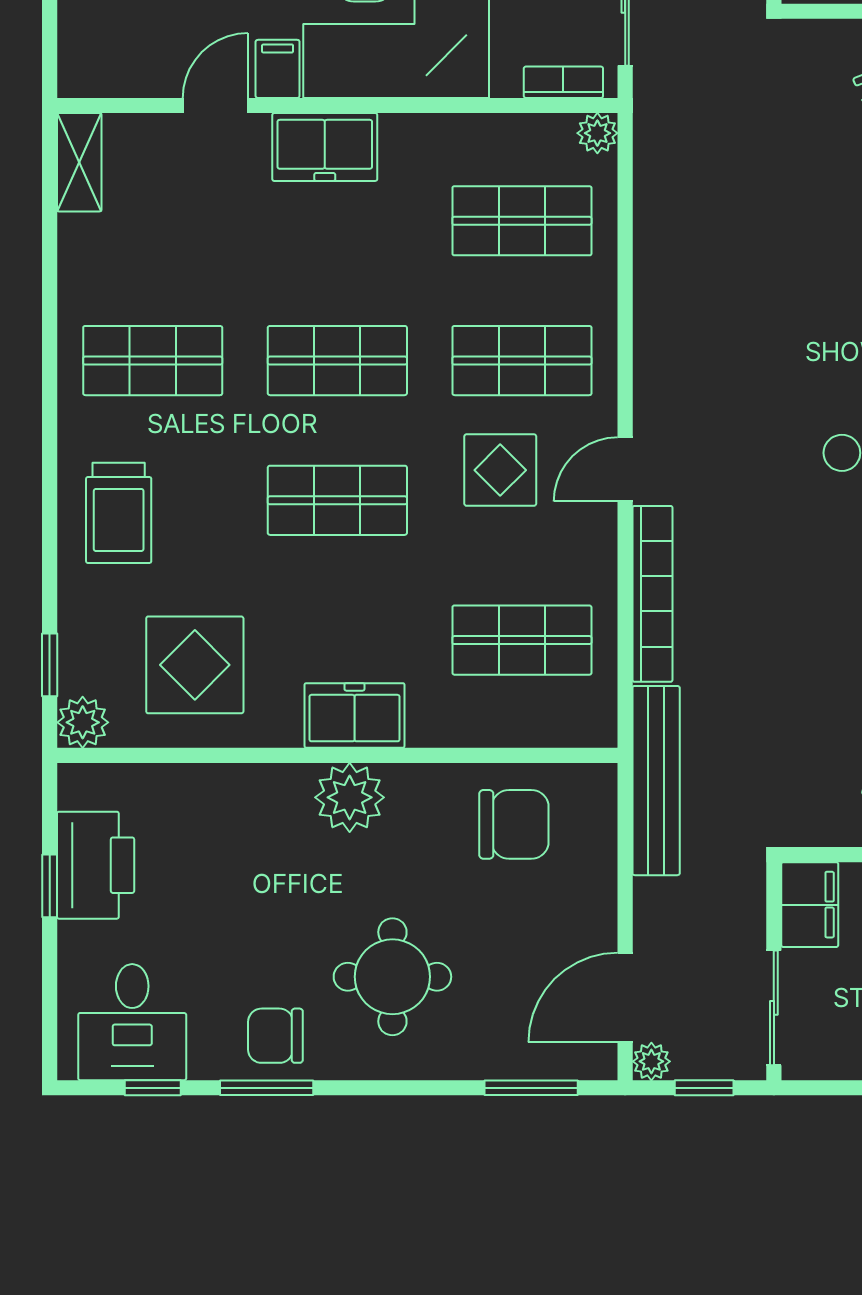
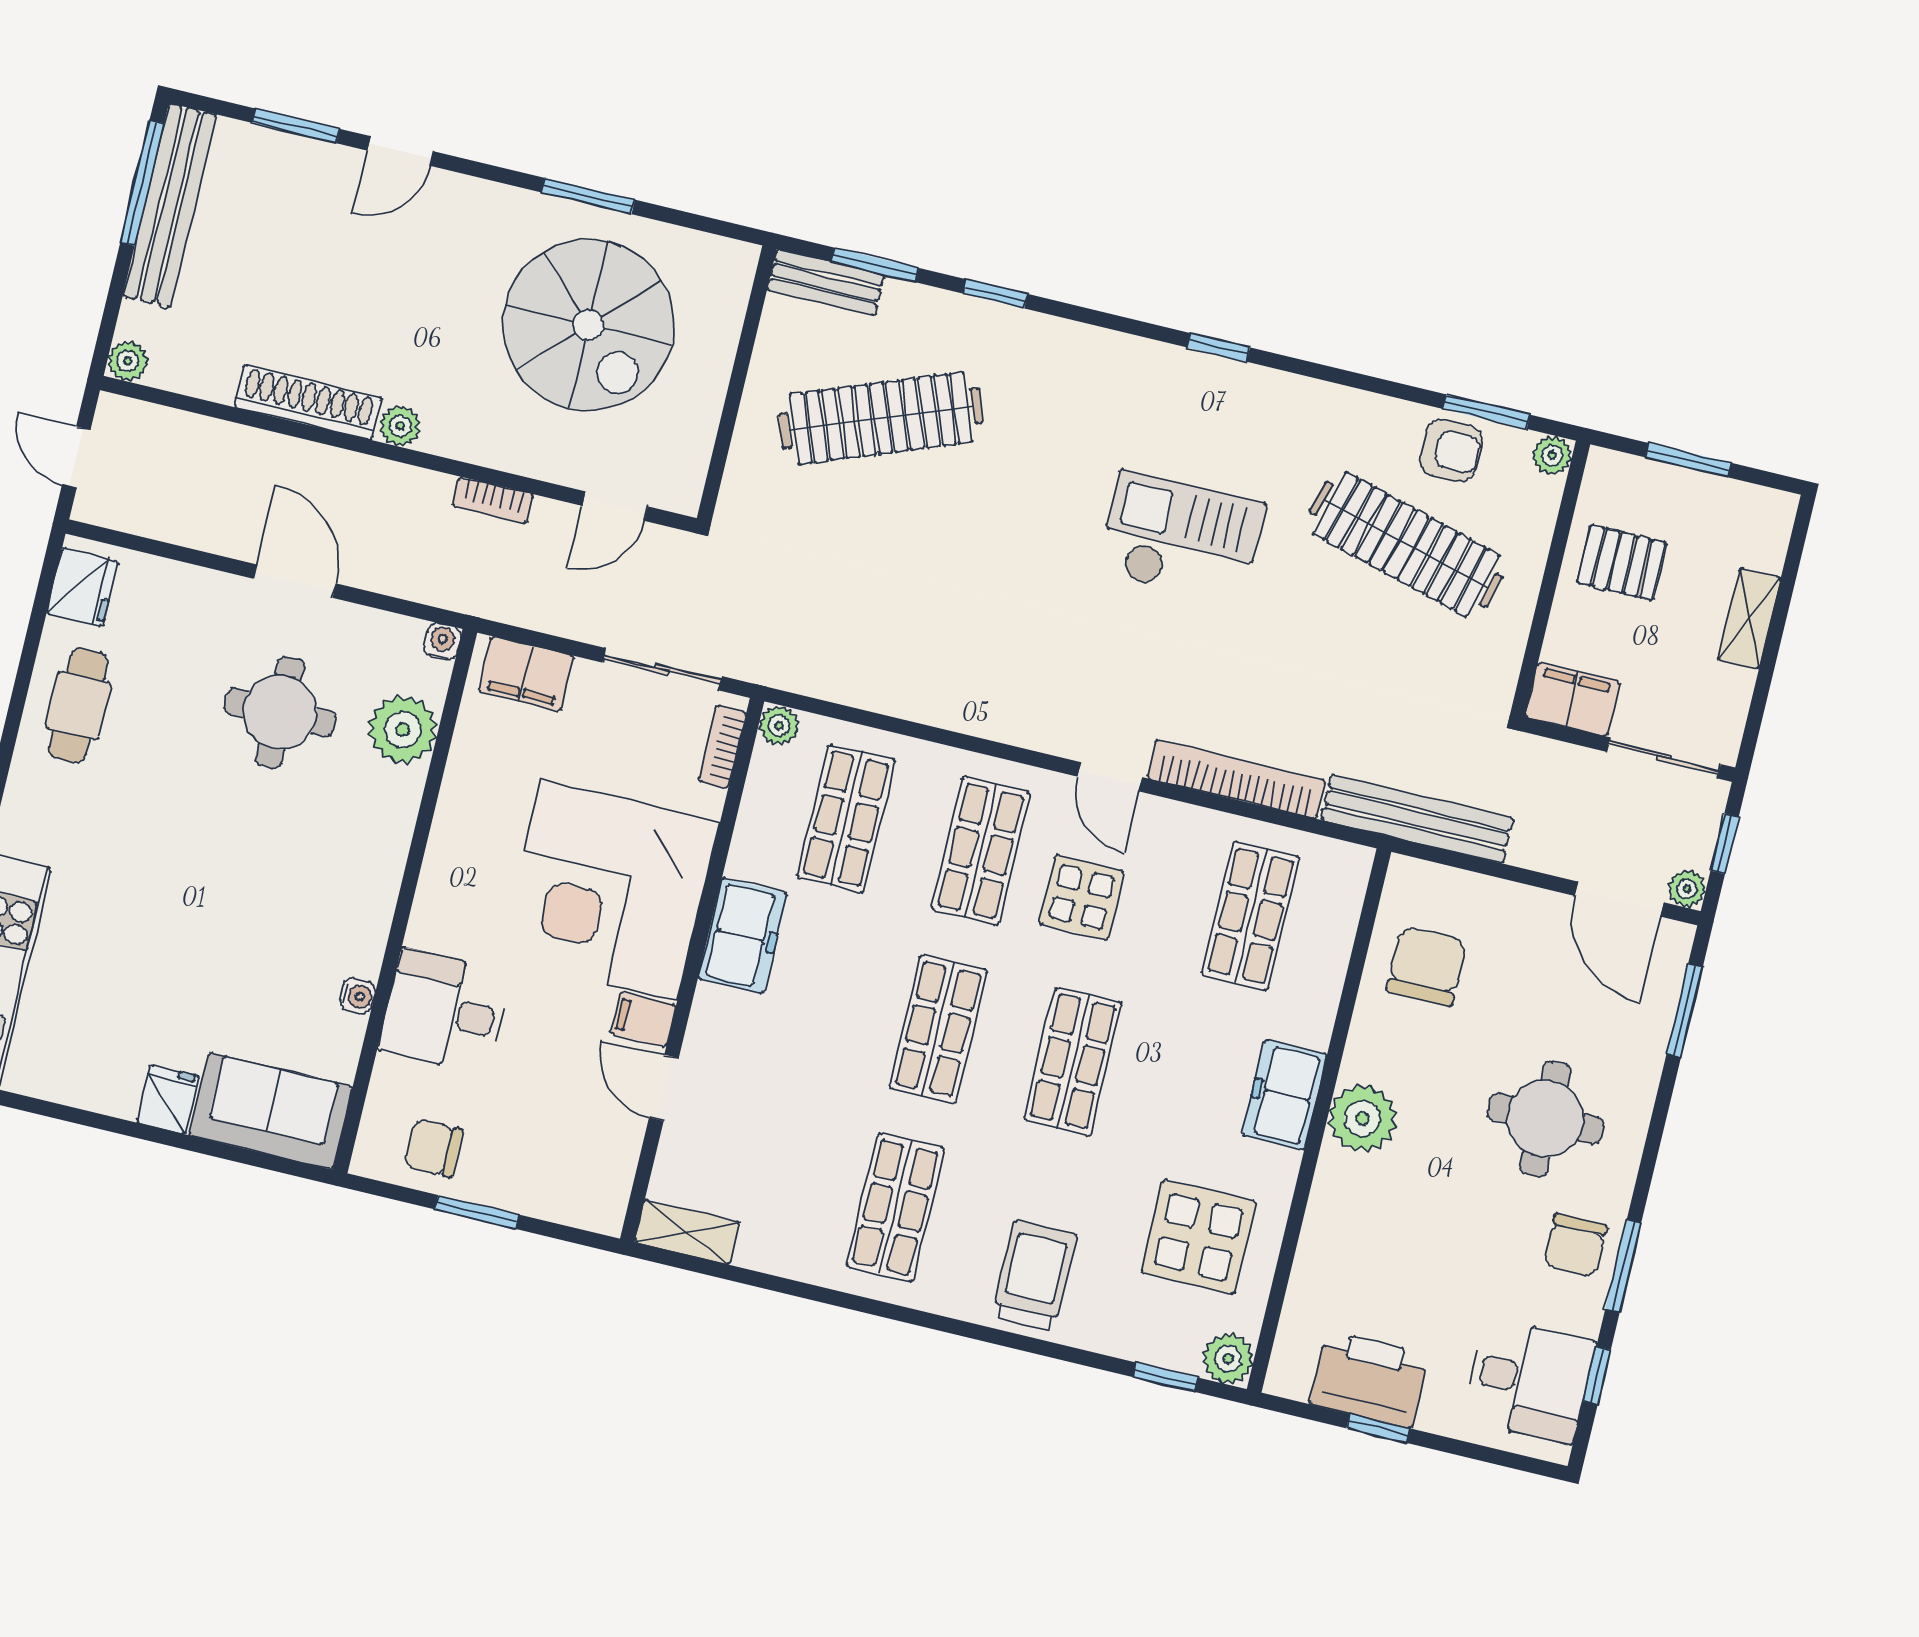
freezer: (325, 147) -> (743, 936), moved
trolley: (119, 513) -> (1035, 1275), turned -90

